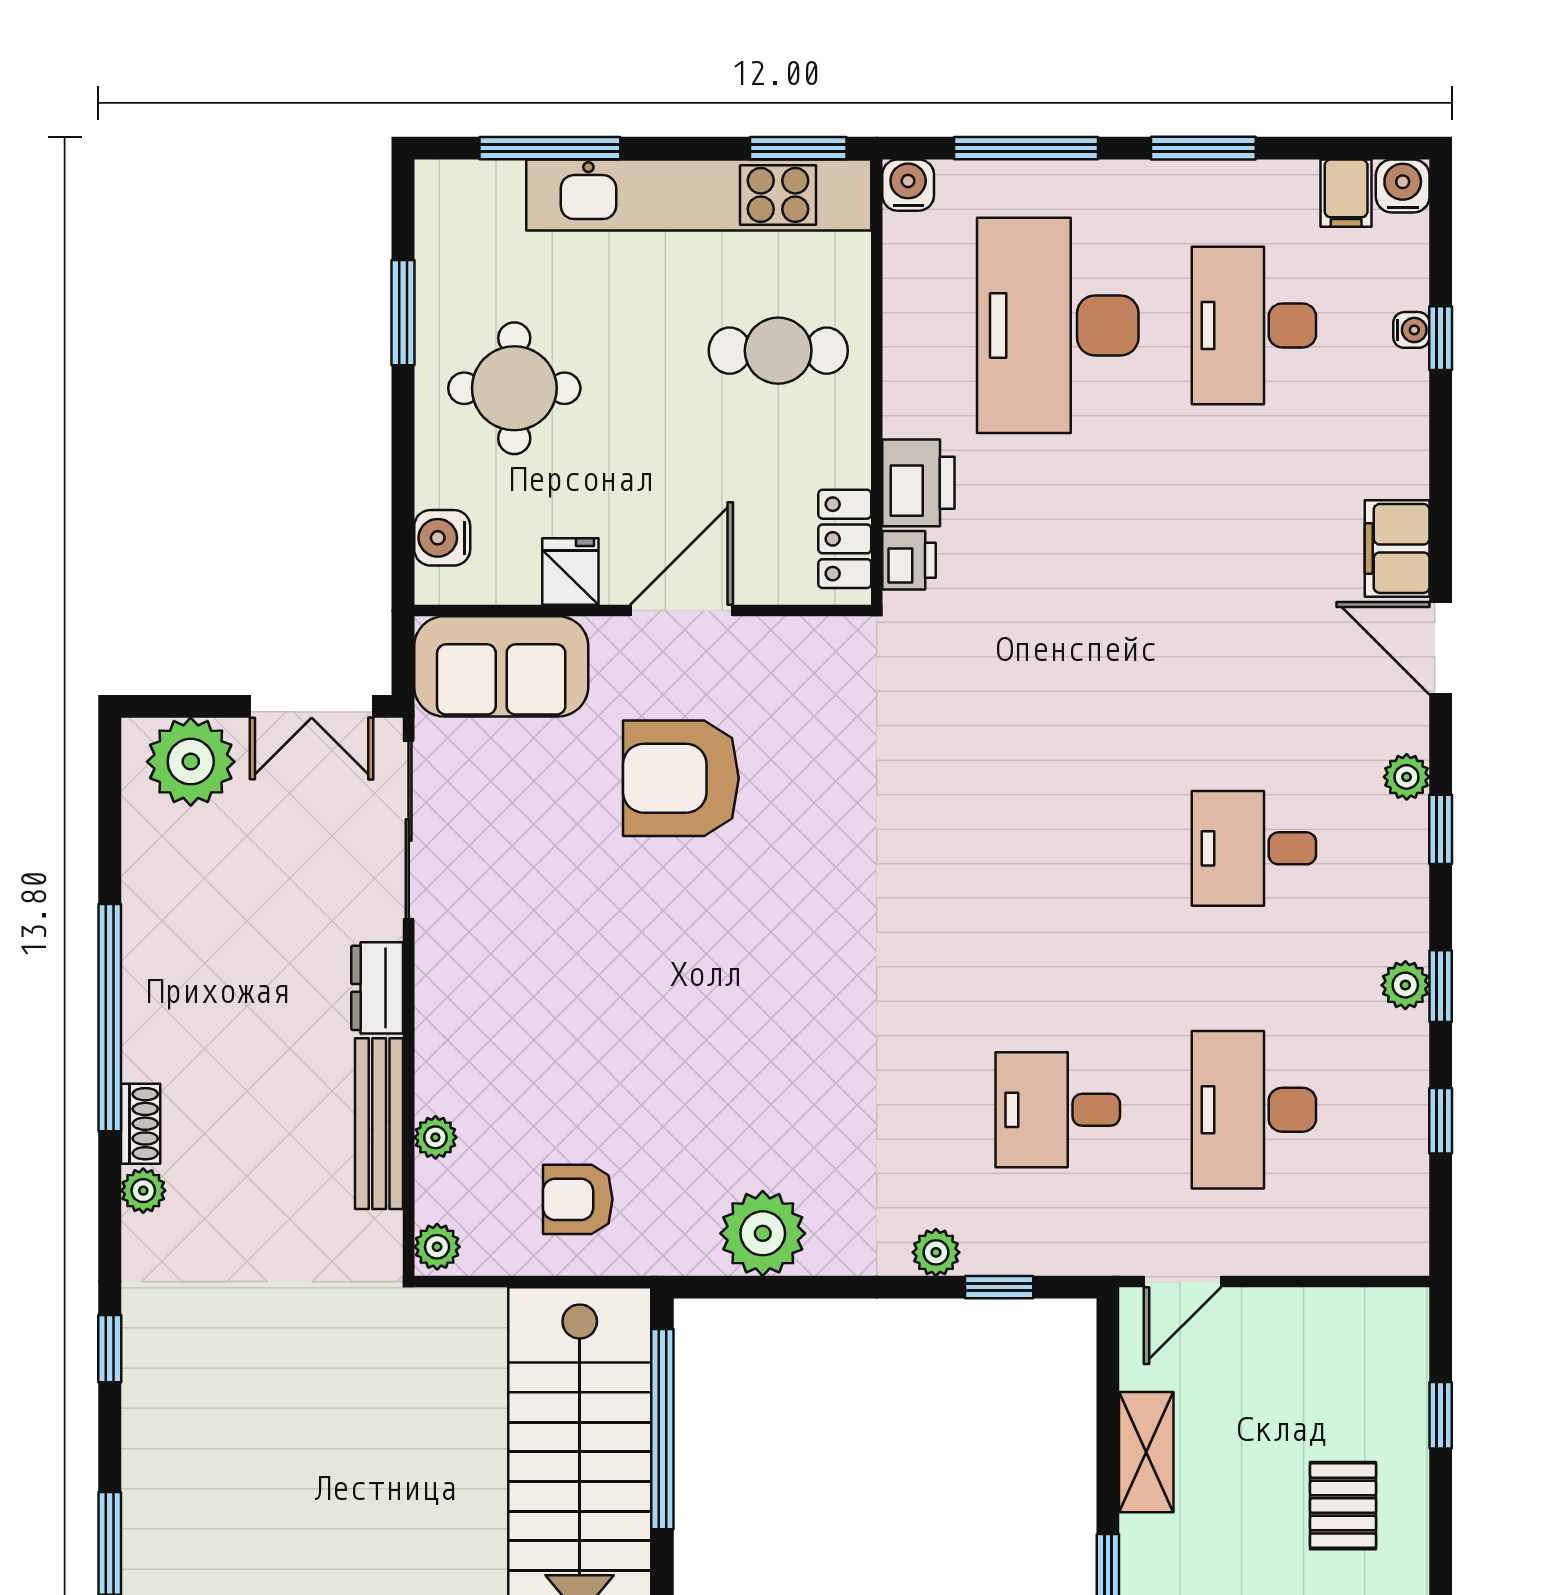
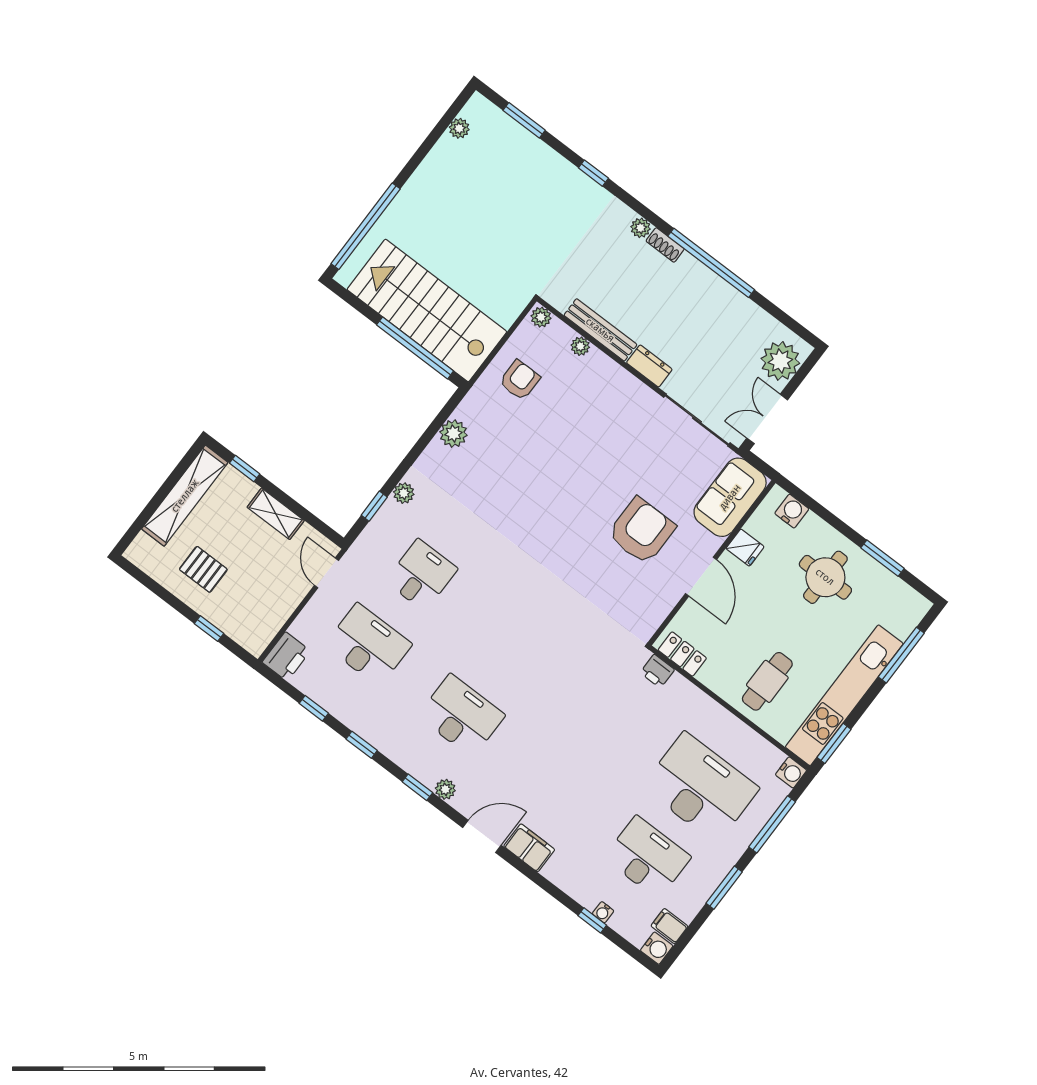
printer: (918, 483) -> (286, 657), moved, turned -90
desk: (1254, 848) -> (461, 716), width x1.37
plant: (1405, 985) -> (372, 733), removed
plant: (763, 1233) -> (453, 434), width x0.73, depth x0.73

